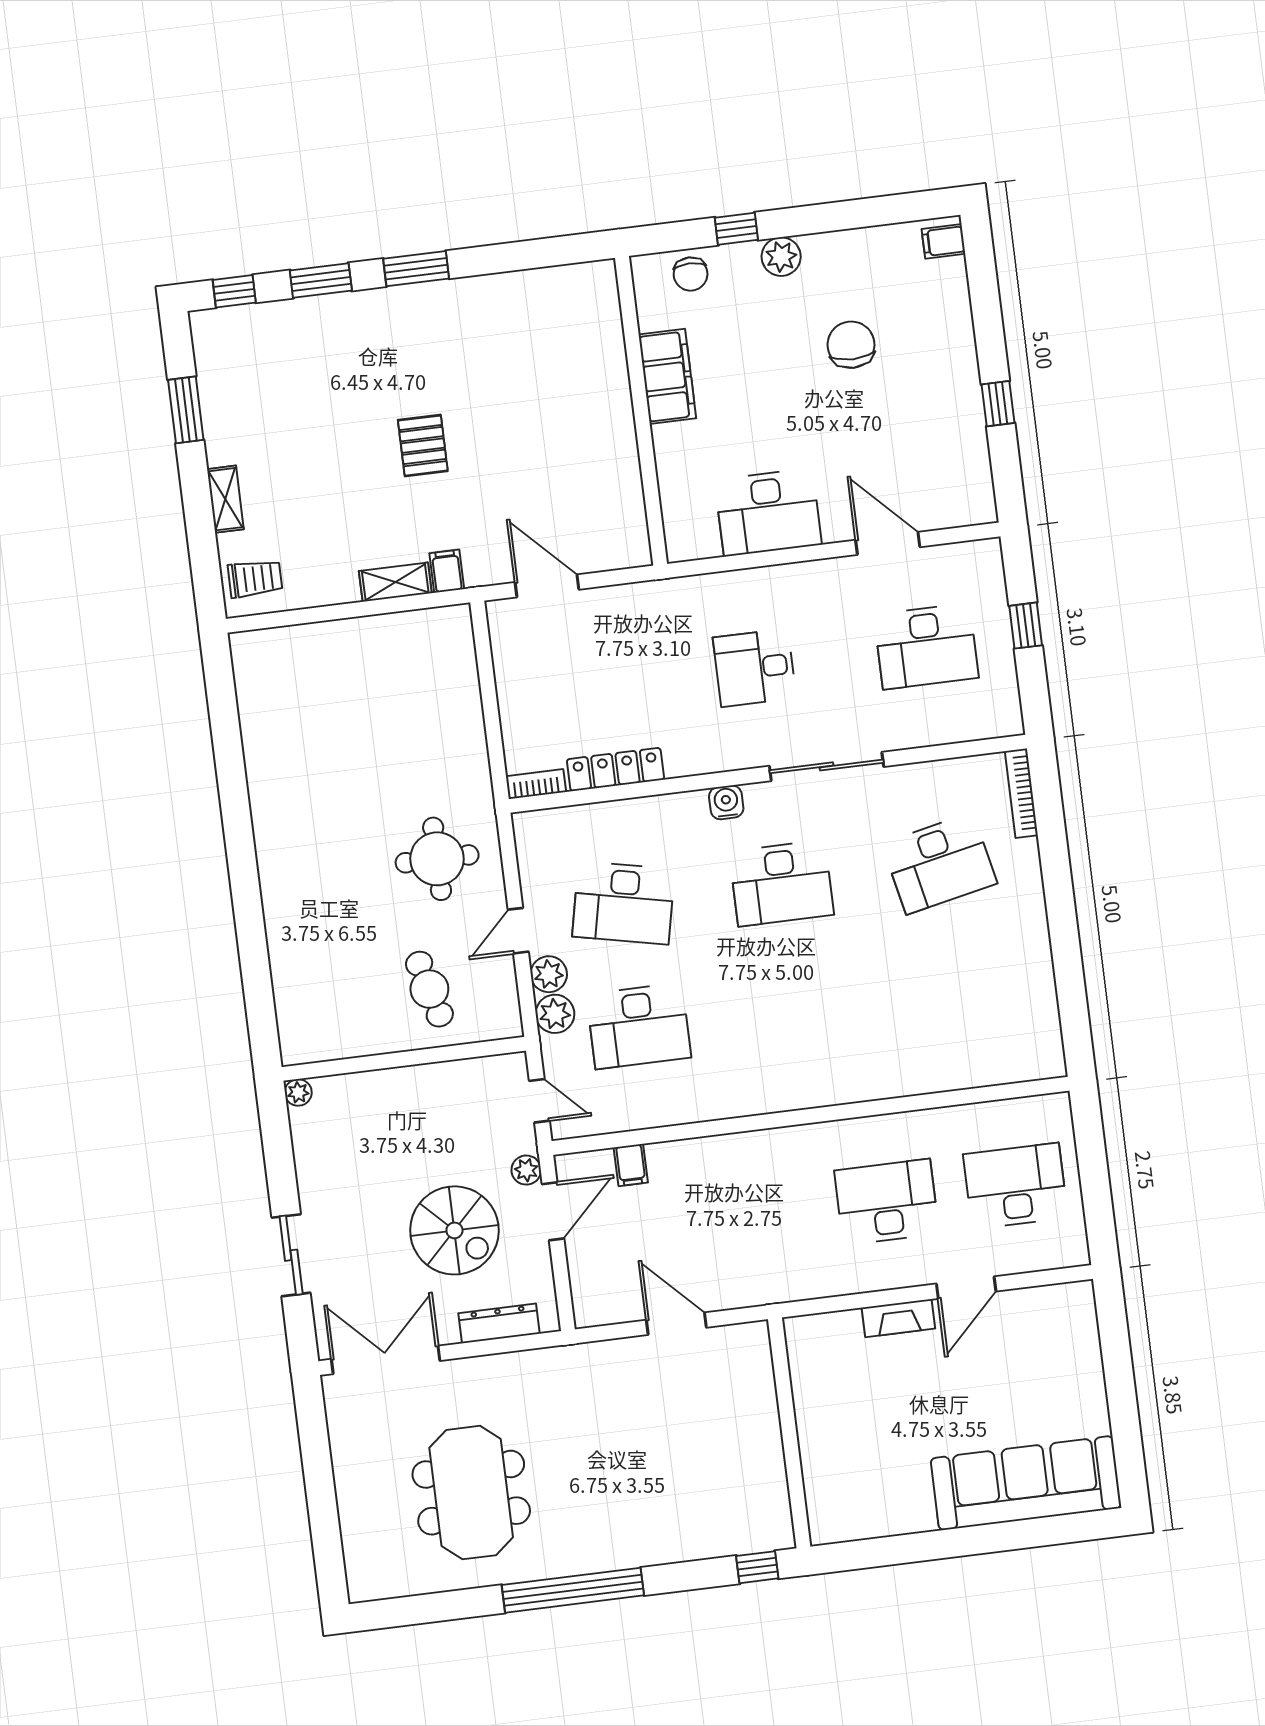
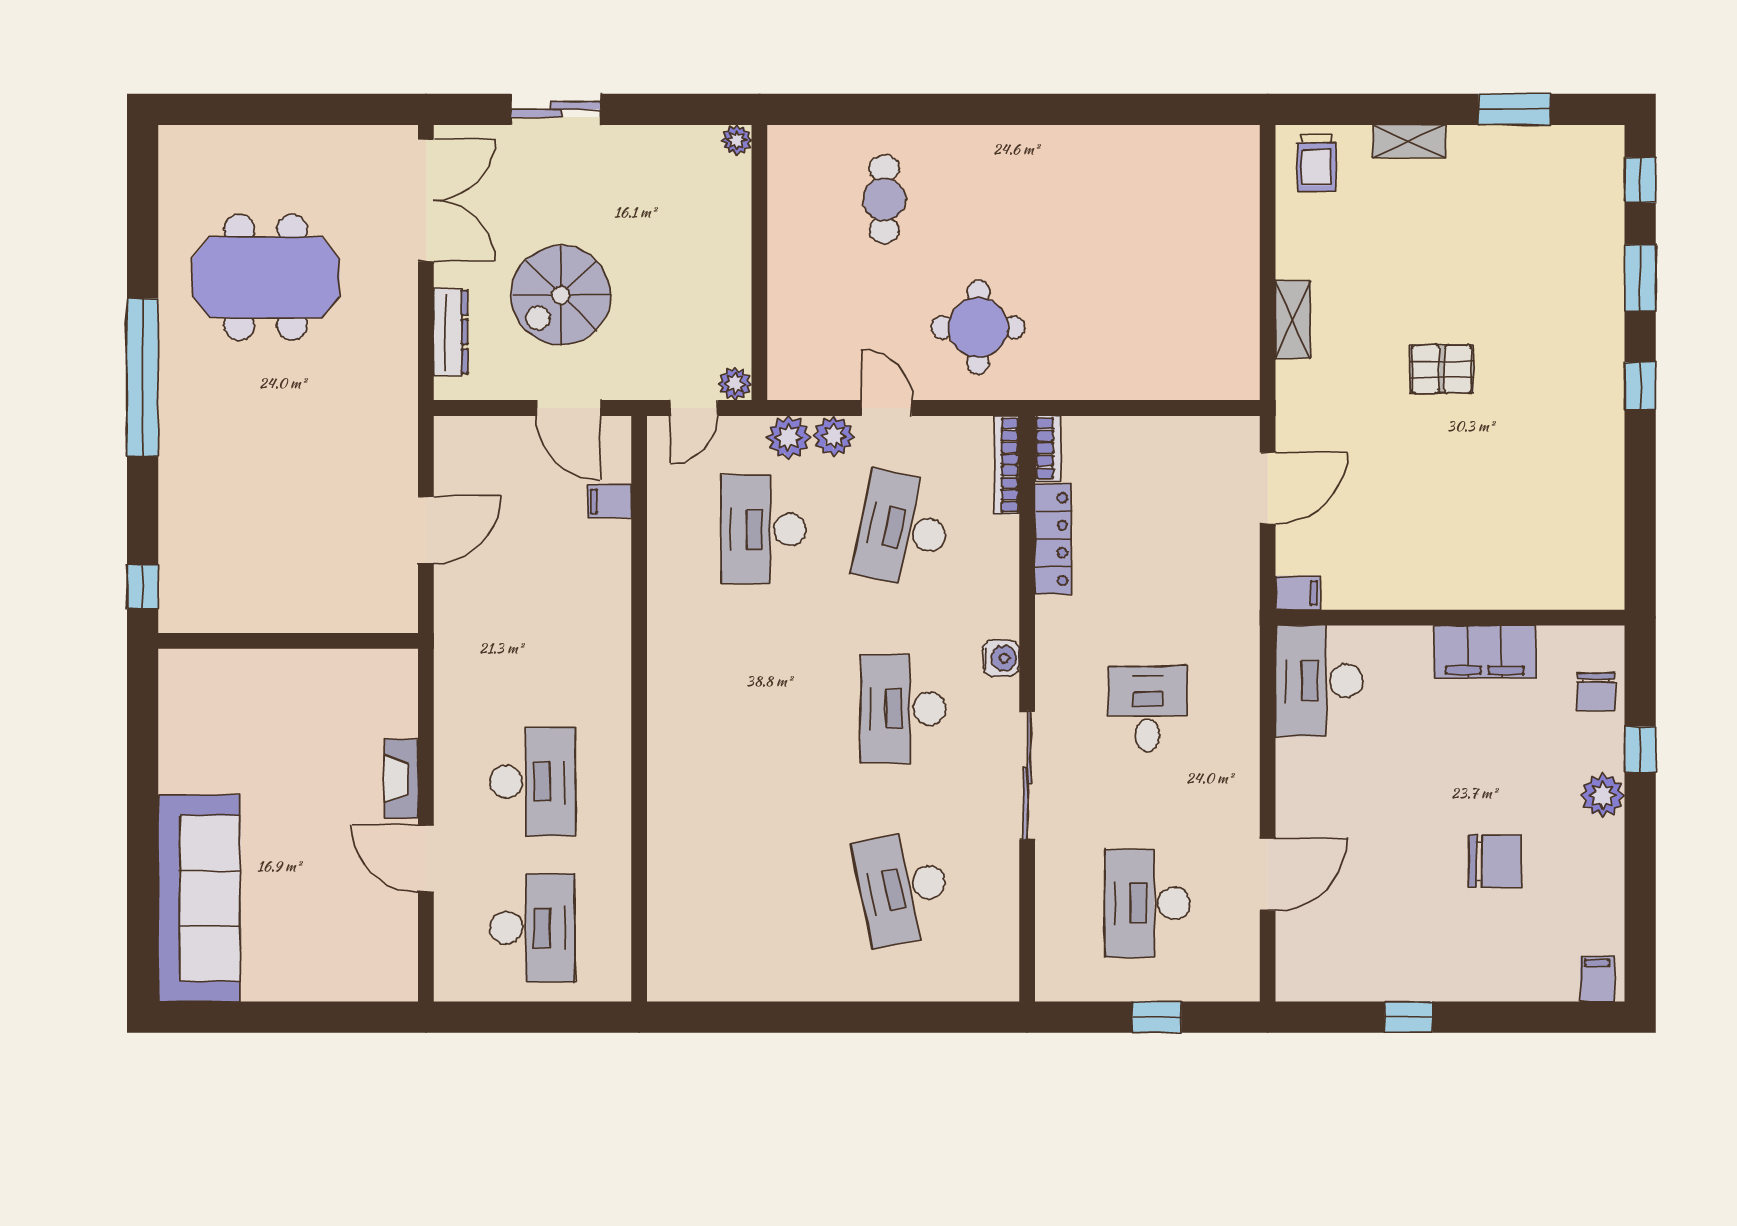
window: (416, 269) -> (1640, 386), width x0.67
chair: (691, 274) -> (1596, 692), turned -90
desk: (768, 512) -> (1319, 681), moved
filing cabinet: (447, 571) -> (1298, 593), moved
bookcase: (1021, 793) -> (1007, 465), moved, turned -90
cafe table: (429, 989) -> (884, 199), moved, turned -75
plant: (526, 1170) -> (735, 384), moved

